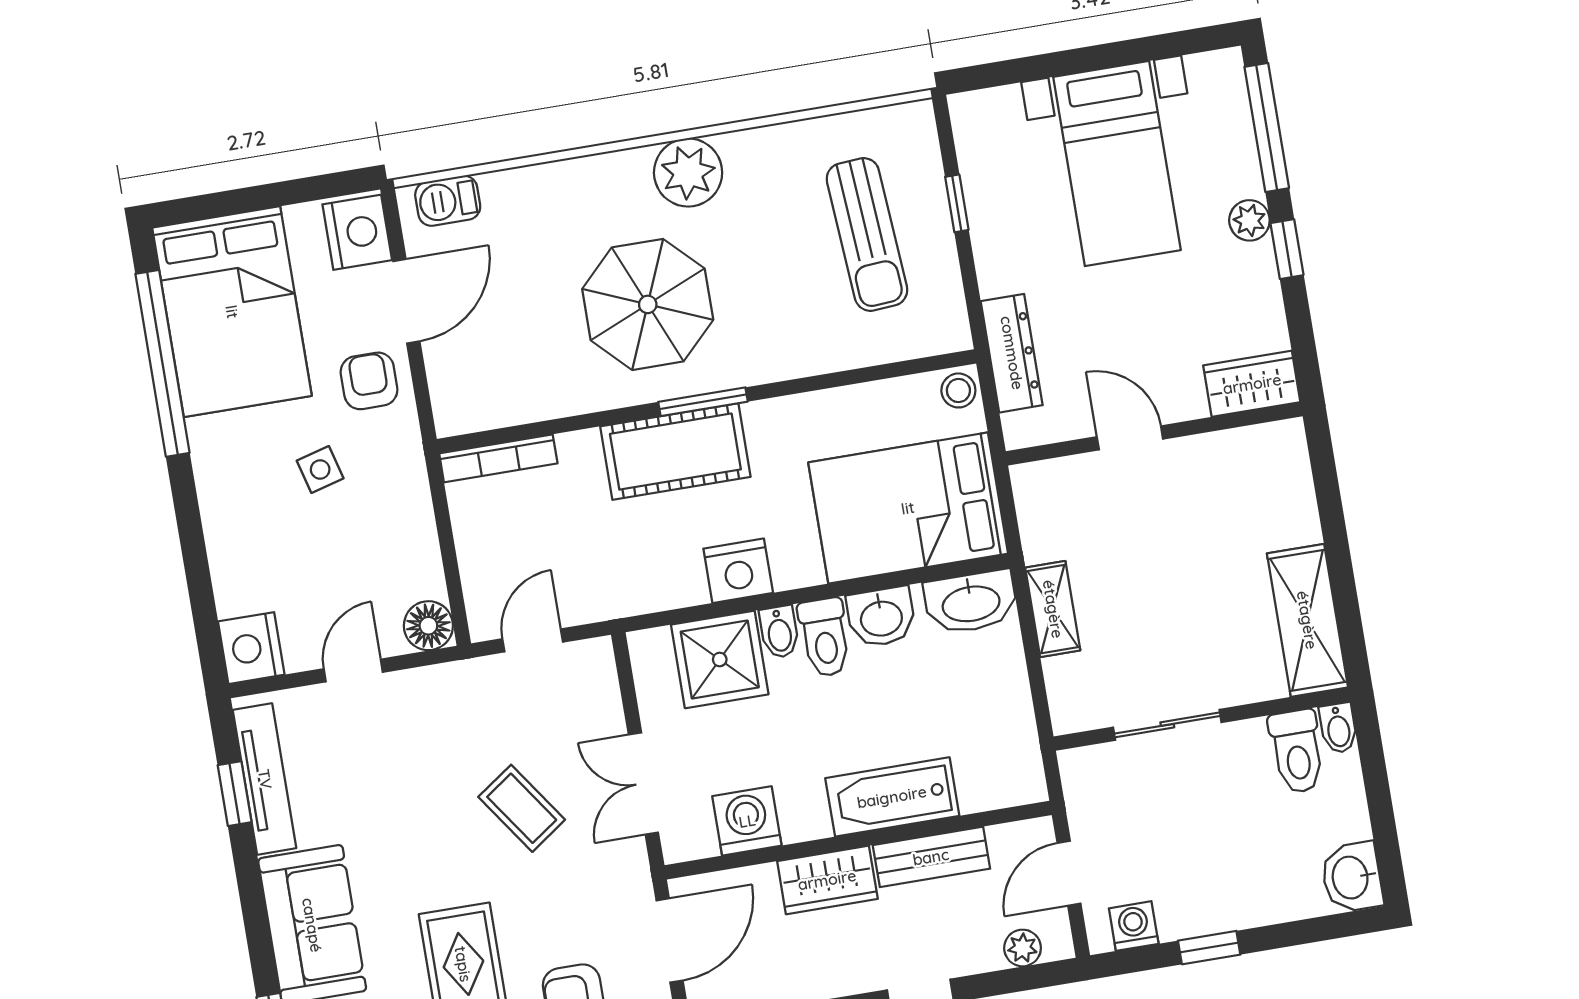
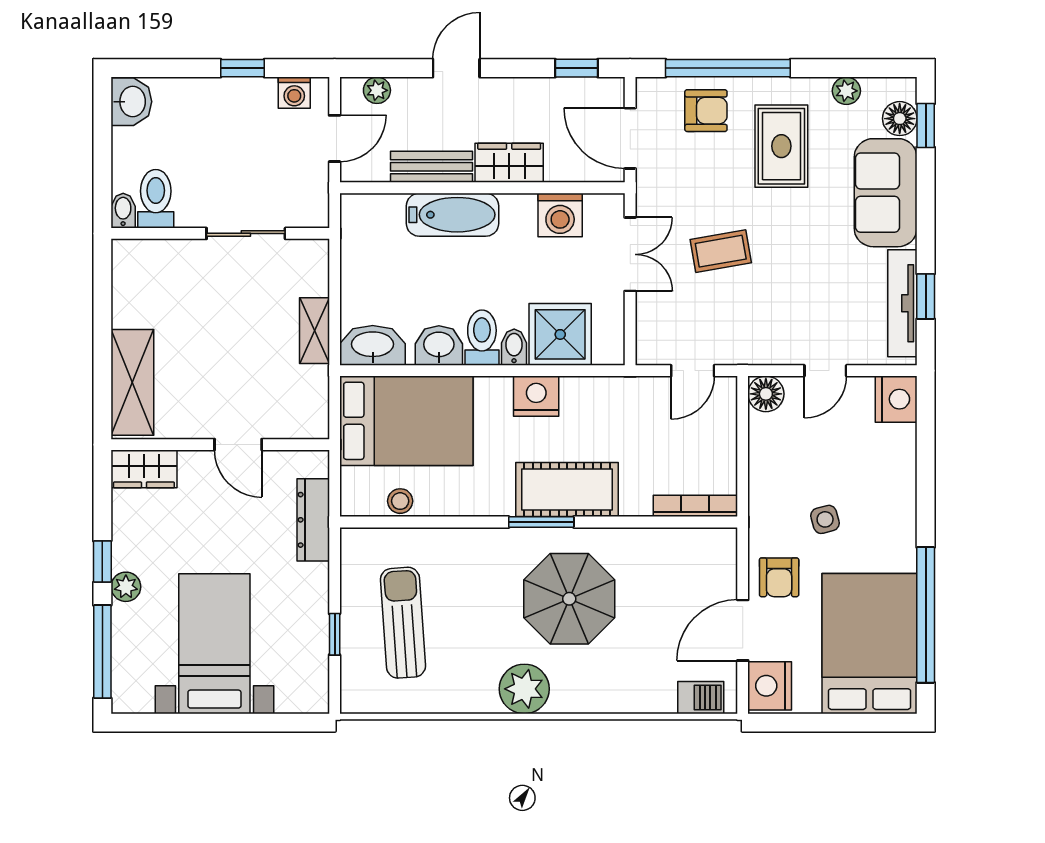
stool: (958, 390) -> (400, 501), moved
shelving: (1307, 620) -> (132, 382), moved
coffee table: (522, 808) -> (721, 251), turned -65
door: (670, 940) -> (630, 138), hinge flipped

